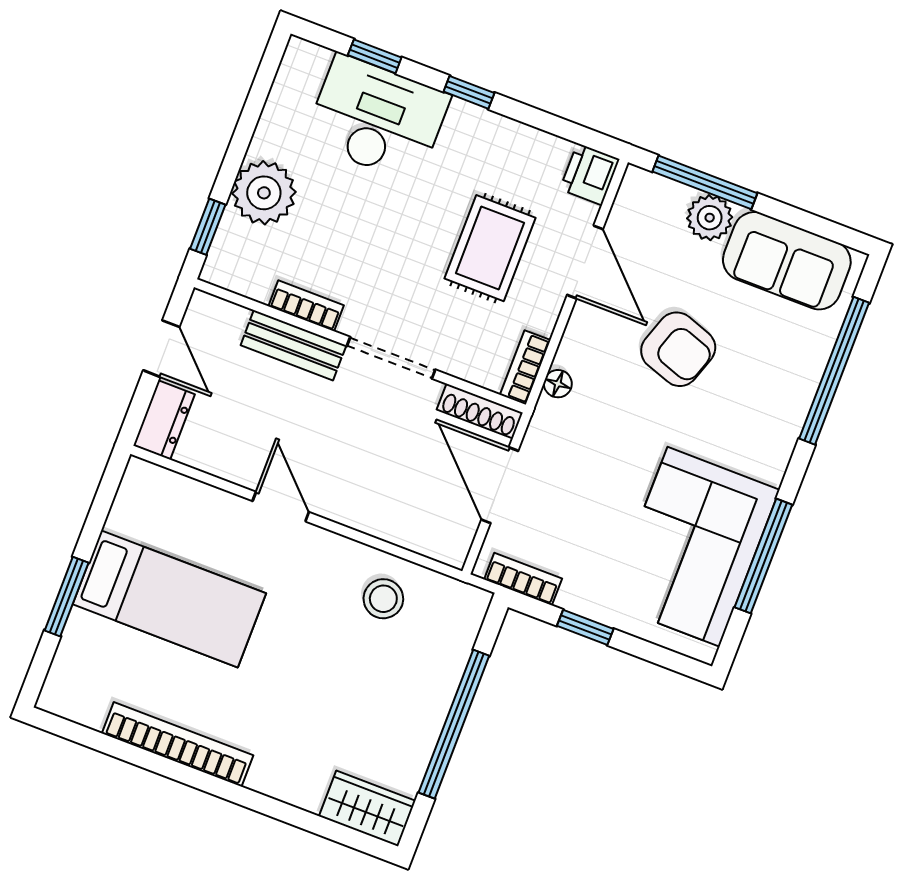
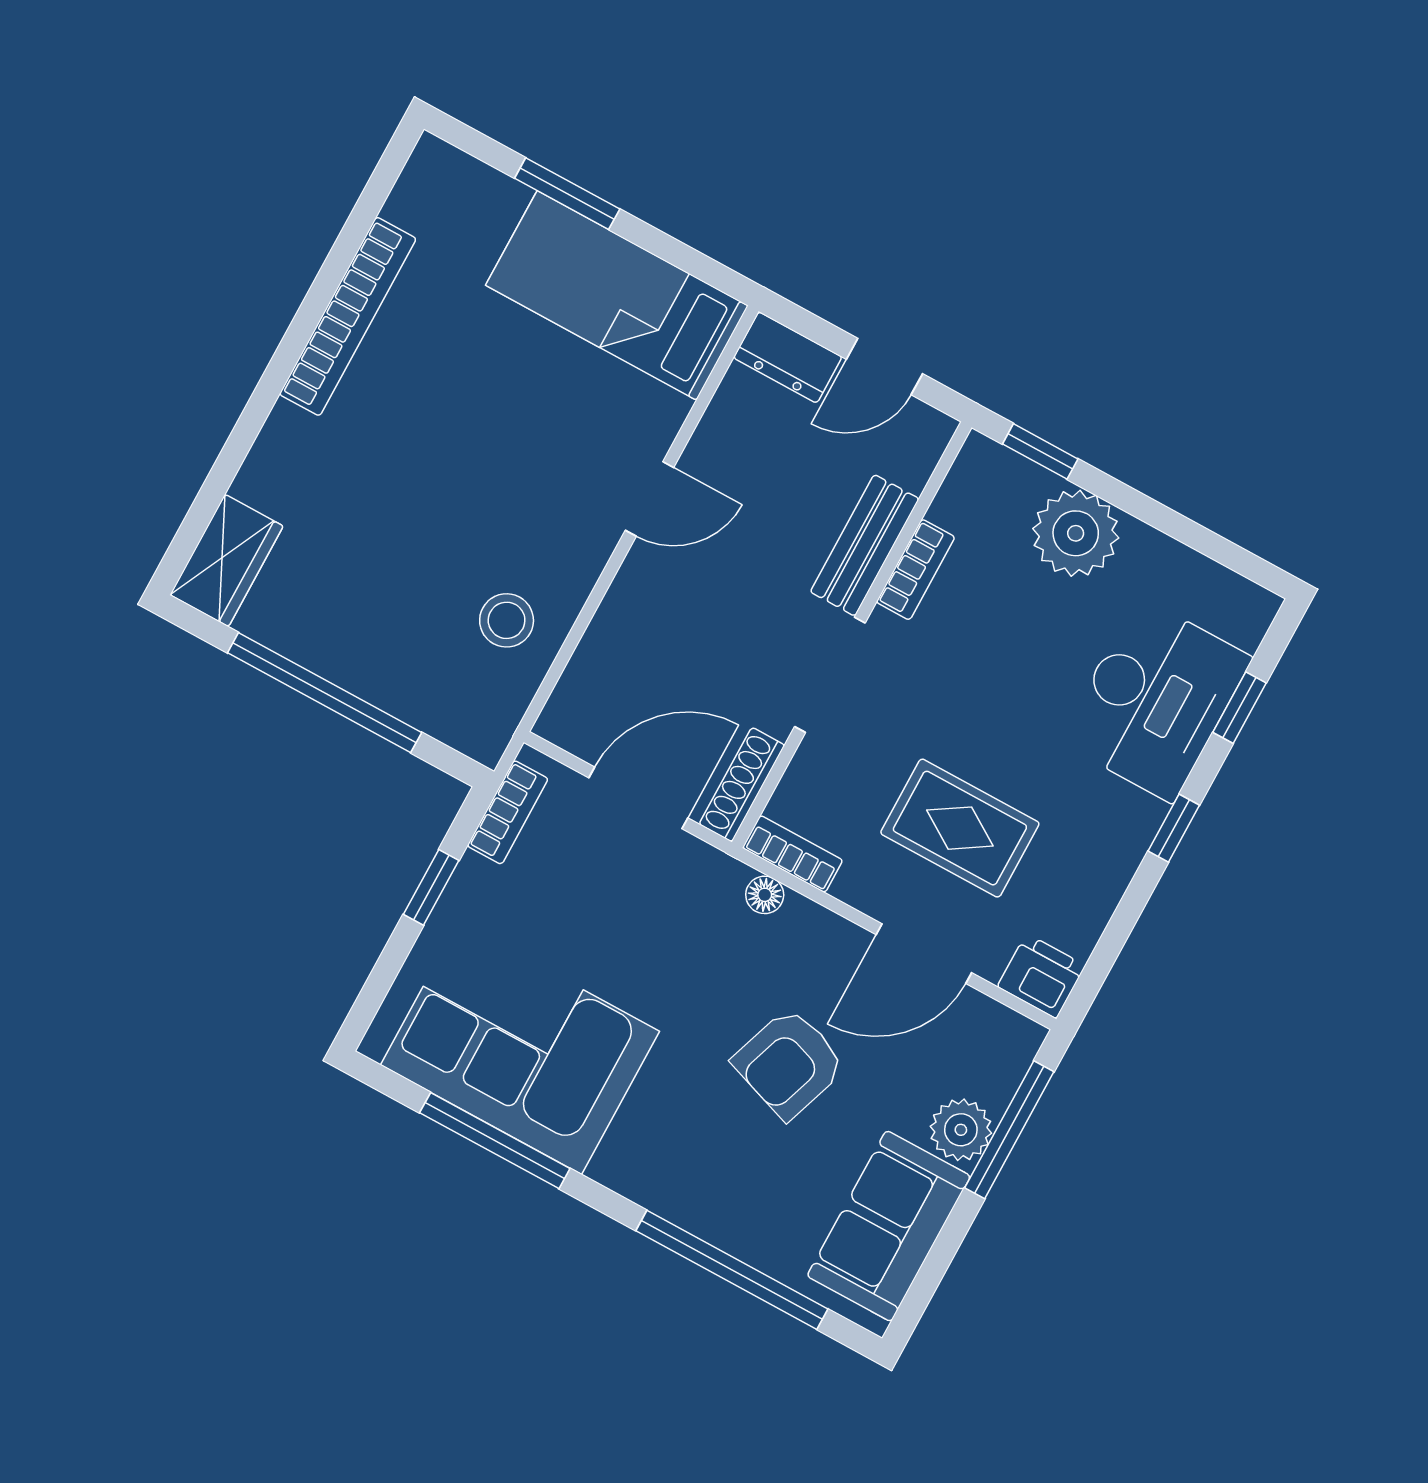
bed: (169, 599) -> (617, 295), moved, turned 90

